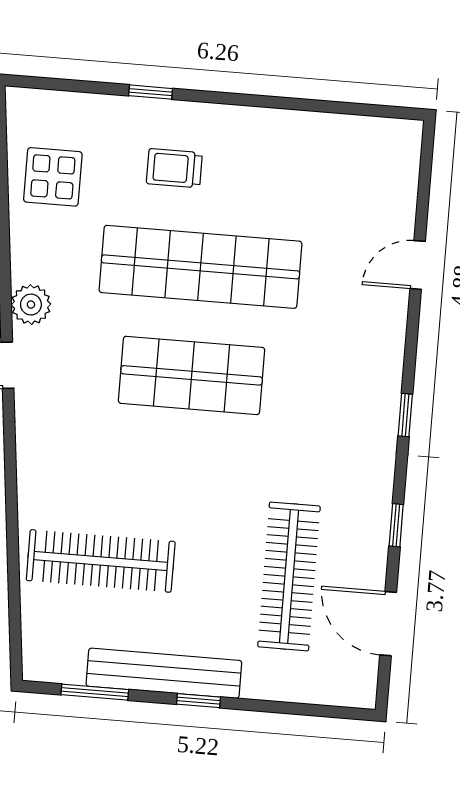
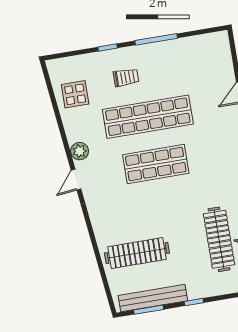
window: (262, 101) -> (156, 39), added
trolley: (174, 168) -> (126, 77), turned 180
bench: (164, 673) -> (153, 298), moved

